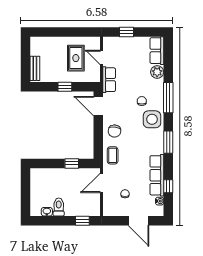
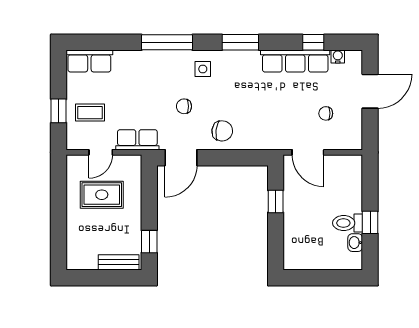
plant: (157, 72) -> (125, 60), removed
window: (65, 87) -> (149, 242), moved
chair: (142, 101) -> (184, 106), moved
side table: (152, 119) -> (203, 69), width x0.54, depth x0.54
coffee table: (113, 155) -> (90, 113), moved
window: (82, 221) -> (370, 222), moved

